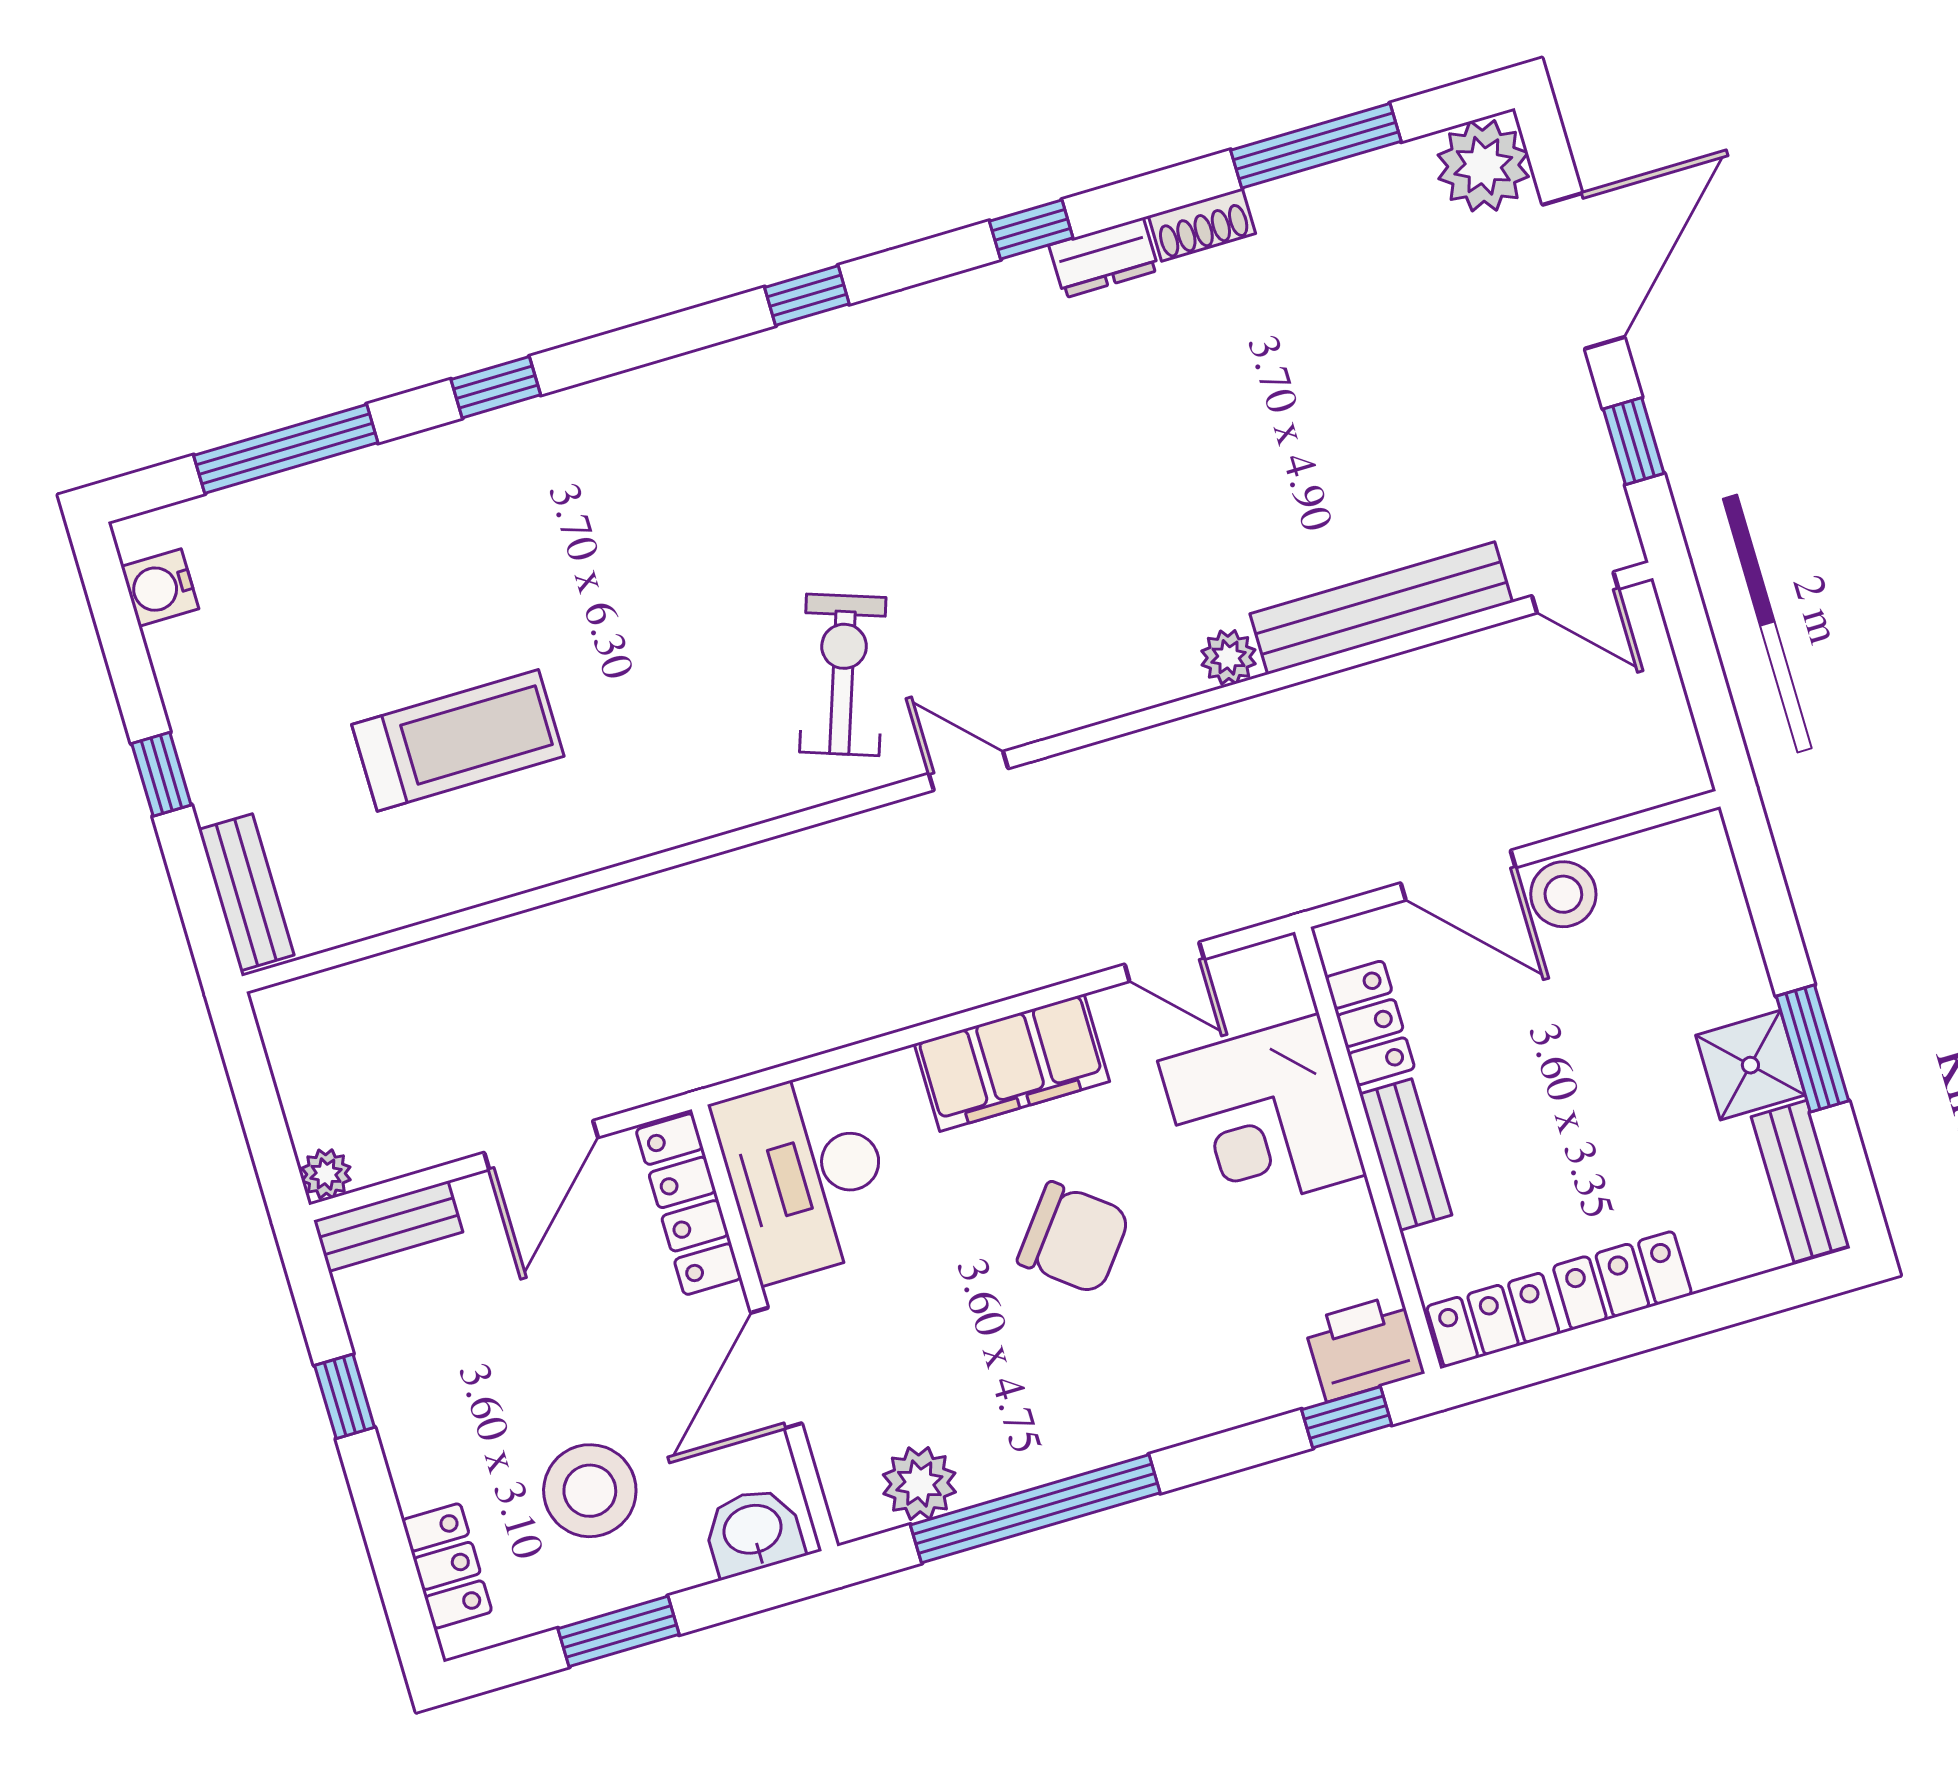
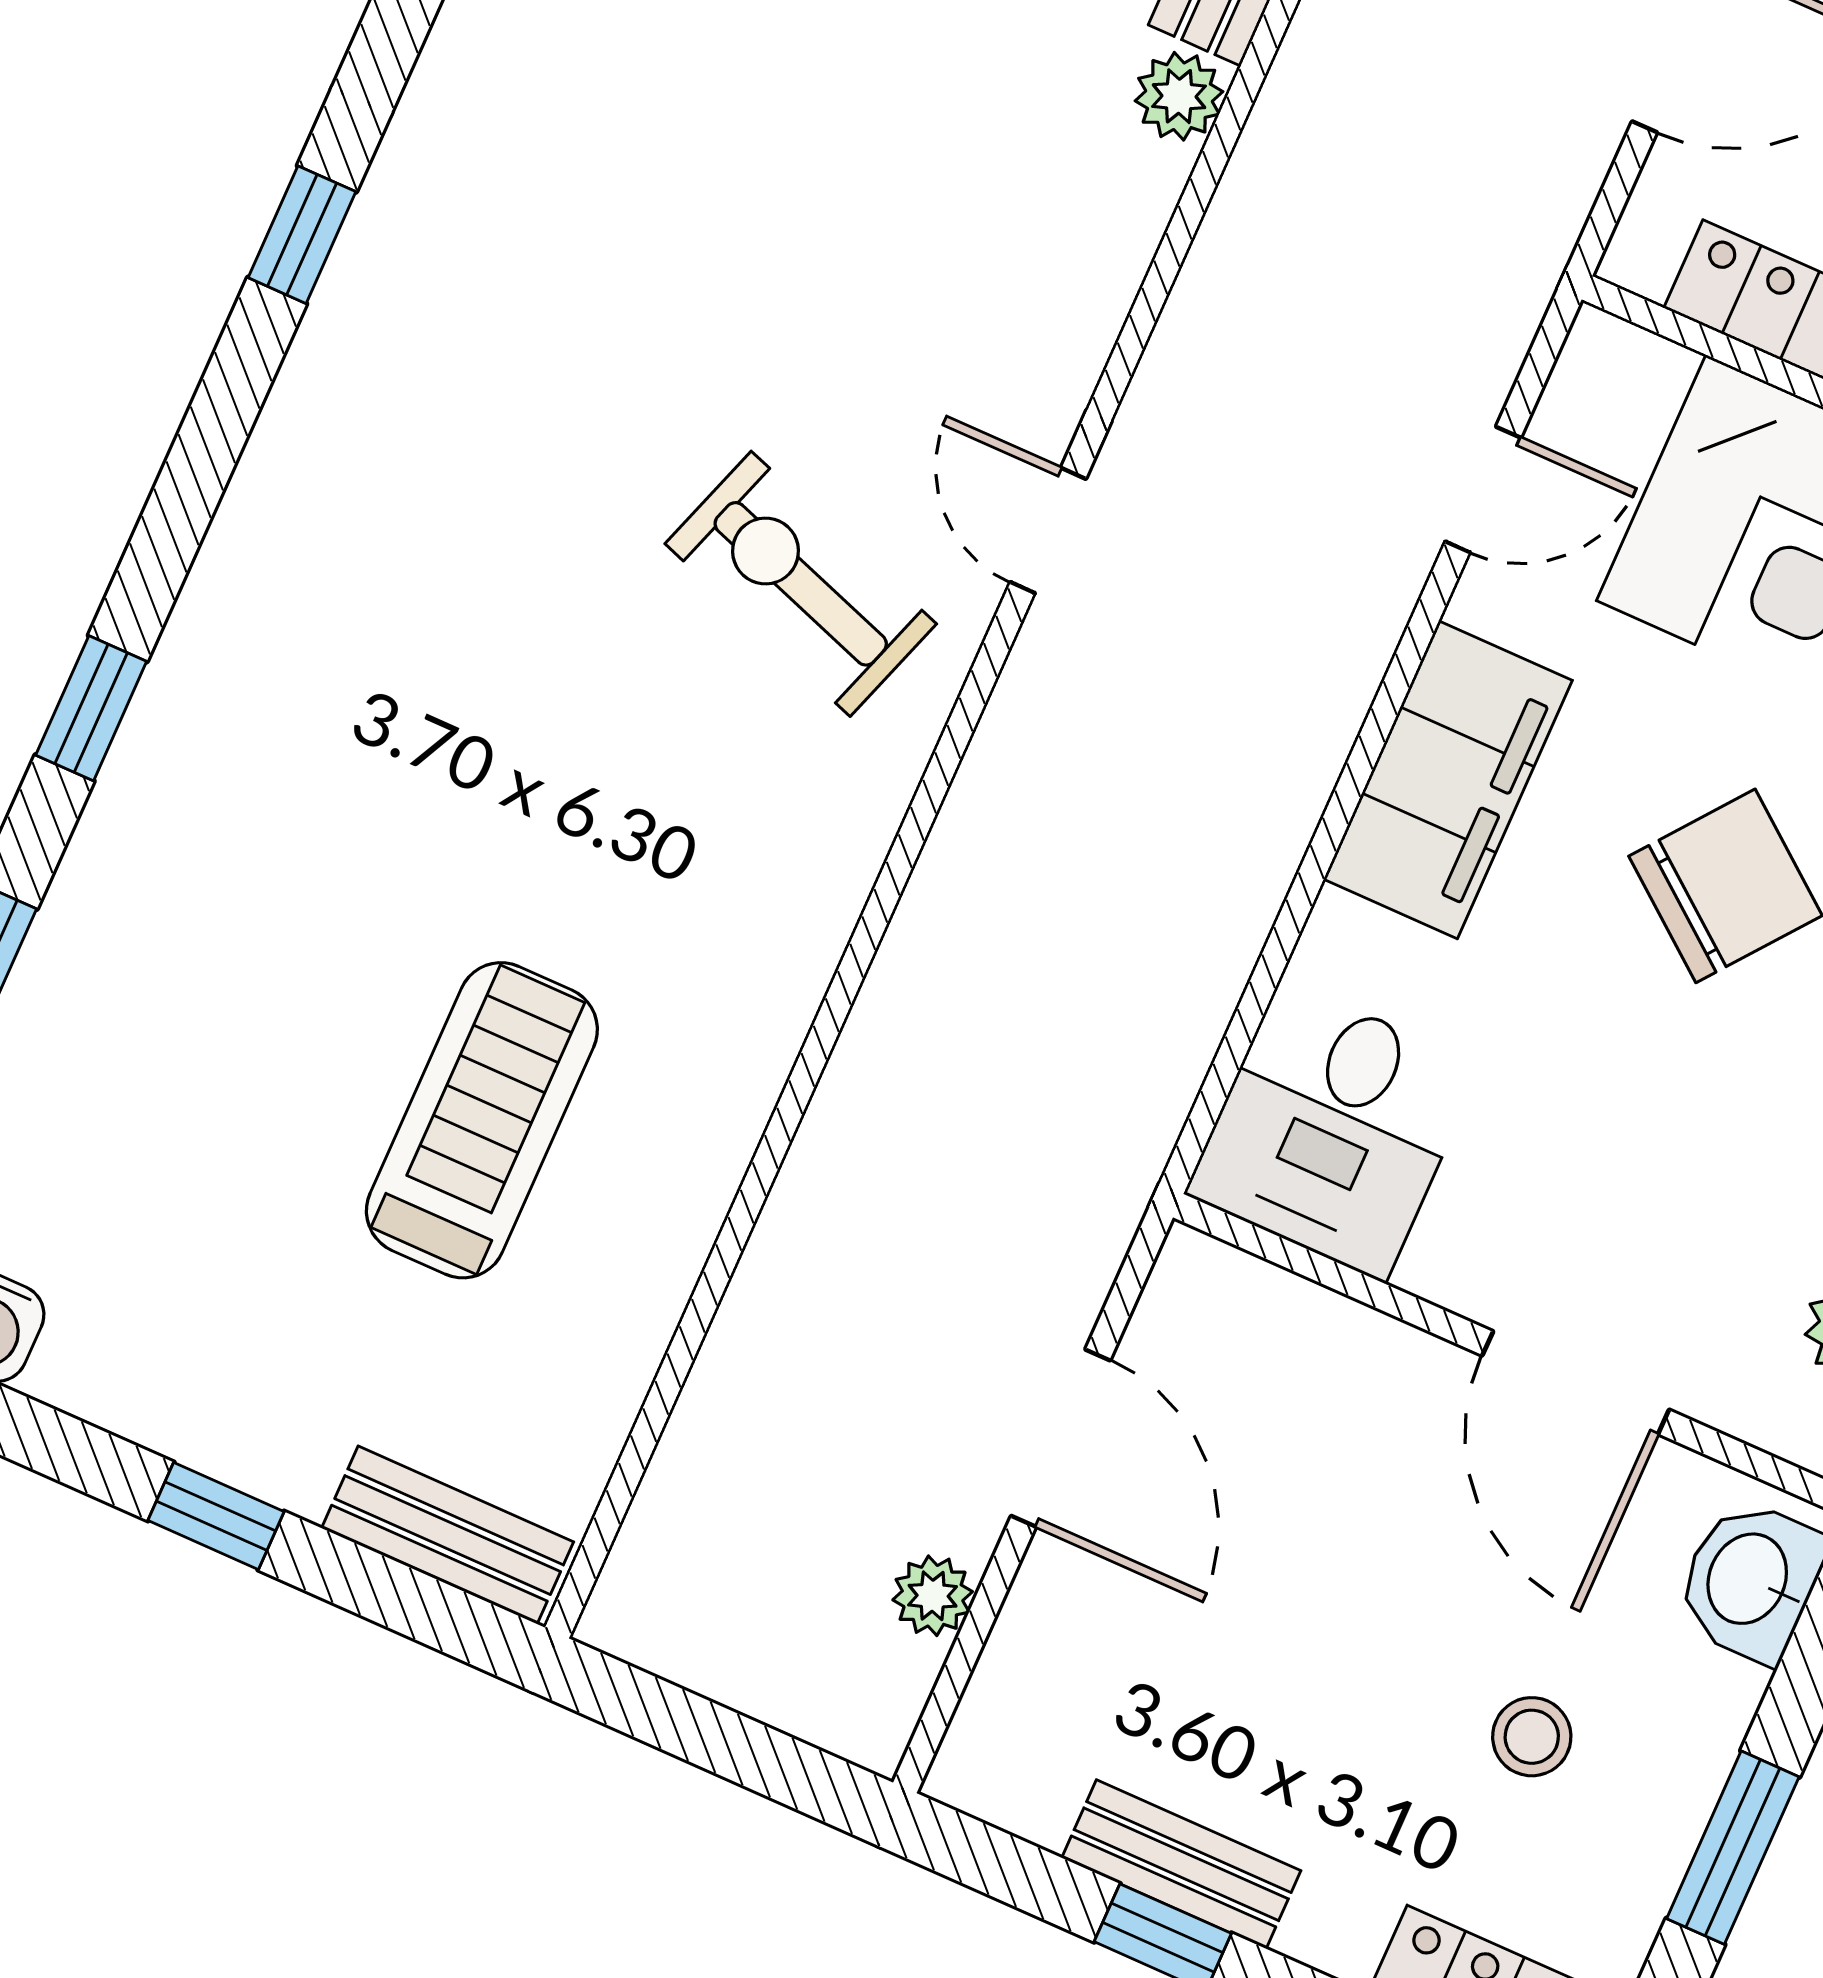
door: (968, 771) -> (1048, 530), hinge flipped
plant: (326, 1174) -> (933, 1596), moved
desk: (806, 1175) -> (1333, 1130), width x0.73
locker: (689, 1204) -> (1285, 1320), removed
bench: (388, 1226) -> (1181, 1864), moved, turned 90
stool: (590, 1491) -> (1532, 1737), width x0.53, depth x0.53

